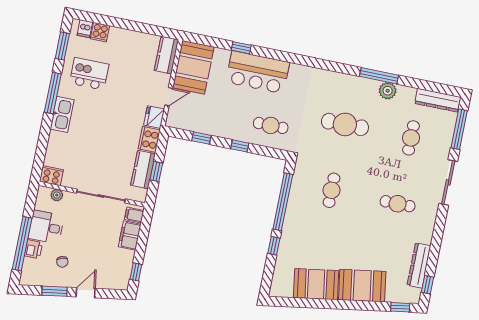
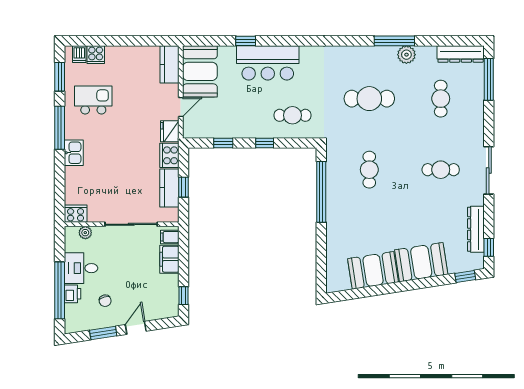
kitchen sink: (62, 114) -> (74, 153), width x0.73
sliding door: (448, 182) -> (489, 170), moved
window: (274, 246) -> (321, 239), removed

